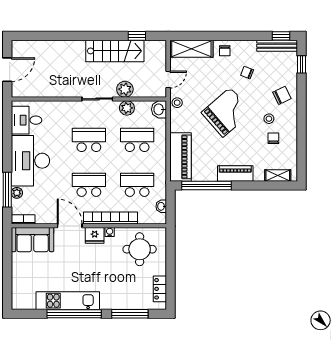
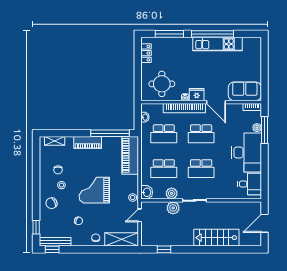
stairs: (115, 51) -> (216, 238), moved
grand piano: (227, 112) -> (94, 190), turned 41

